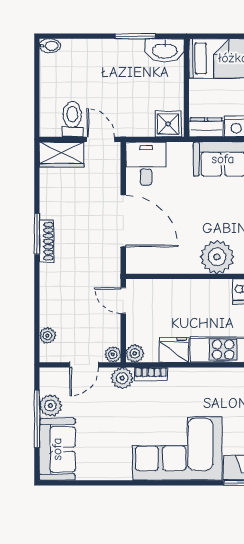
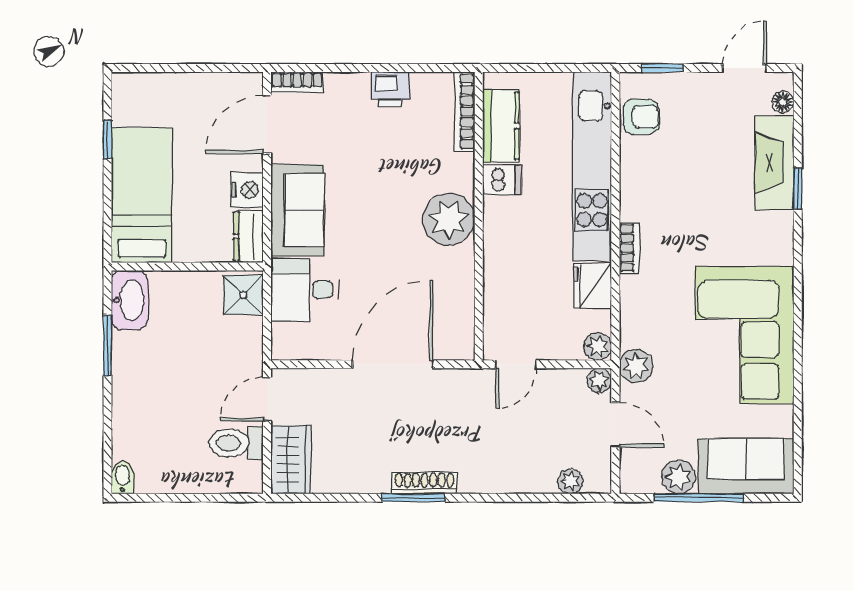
desk: (146, 164) -> (305, 290), moved
bookcase: (151, 374) -> (629, 248), moved
corner sofa: (177, 449) -> (745, 335), moved

